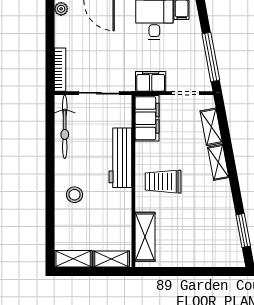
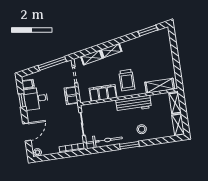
filing cabinet: (147, 118) -> (103, 93), moved
workbench: (120, 158) -> (134, 104), moved
window: (50, 169) -> (129, 145), added

